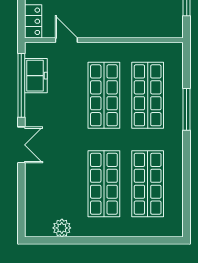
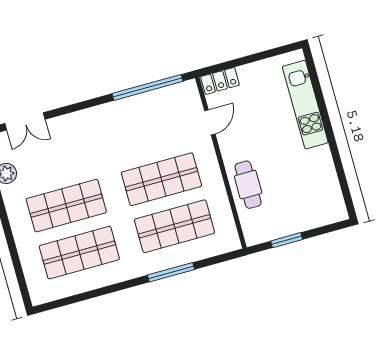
cafe table: (129, 22) -> (248, 185), added
freezer: (36, 76) -> (162, 100), removed
double door: (21, 145) -> (25, 121), moved

